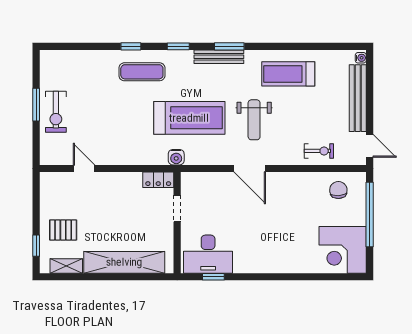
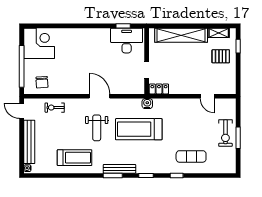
exercise mat: (142, 72) -> (191, 156), moved
exercise bike: (56, 112) -> (225, 133), turned 180
weight bench: (254, 120) -> (97, 128), turned 180

